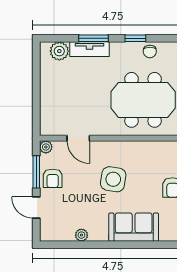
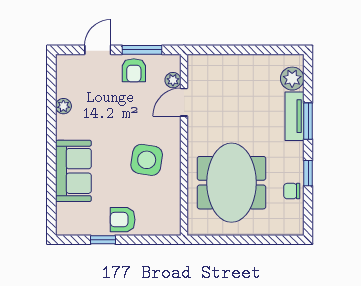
plant: (46, 147) -> (173, 80), moved
armchair: (53, 178) -> (134, 70), turned -90
side table: (113, 179) -> (147, 160), moved

